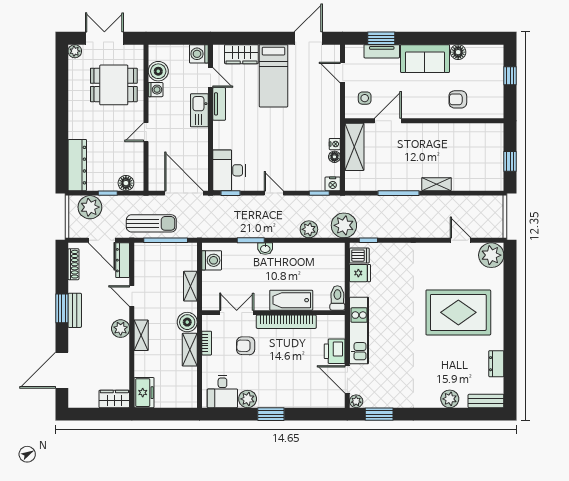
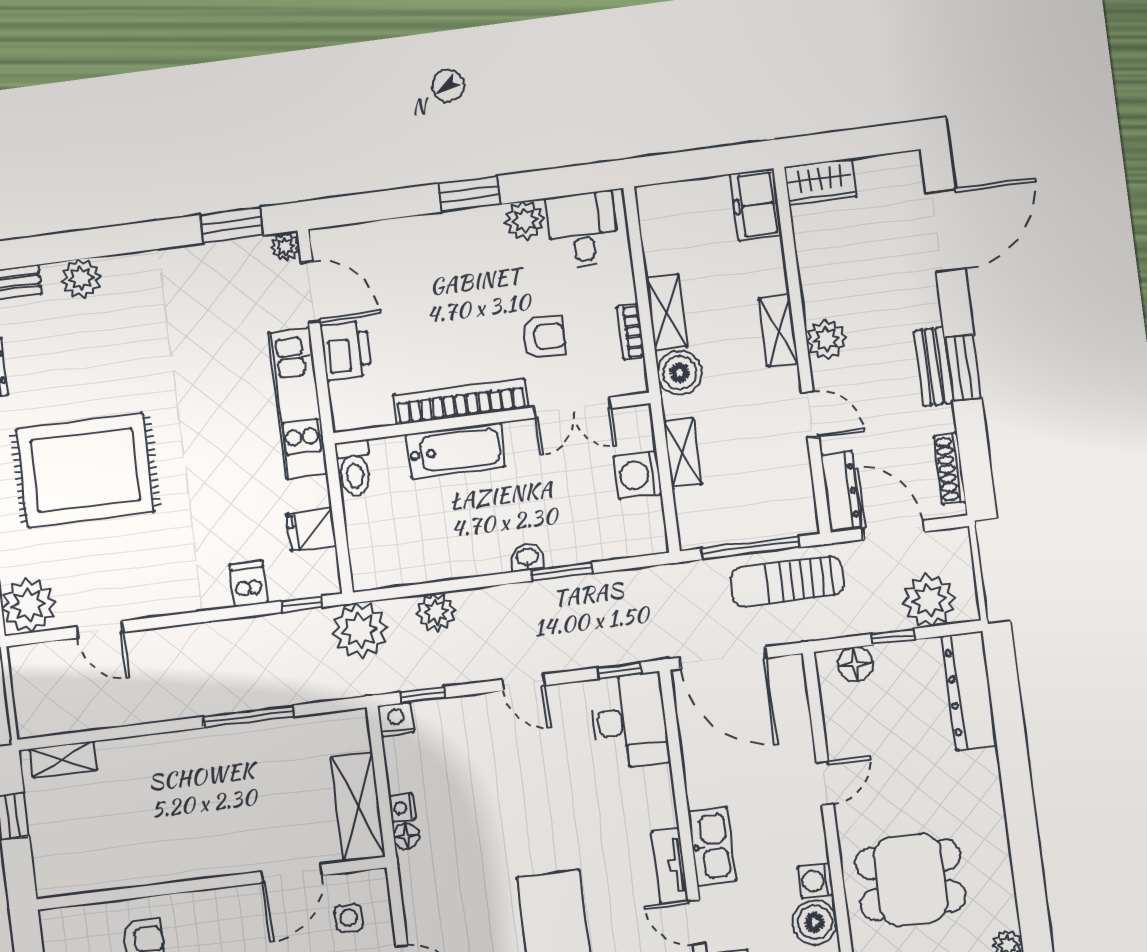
floor lamp: (334, 157) -> (406, 836), moved
shelving: (436, 184) -> (63, 759), moved
dishwasher: (359, 256) -> (249, 584), moved, turned 90
washing machine: (212, 260) -> (638, 475), moved

